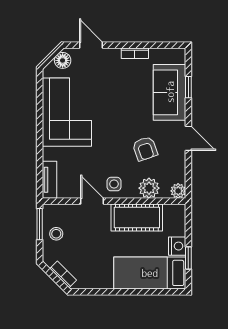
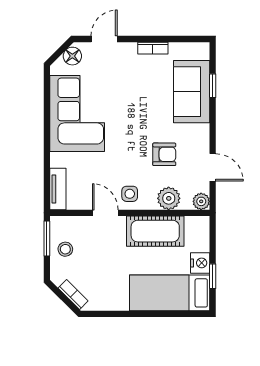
door: (91, 45) -> (104, 39), hinge flipped
door: (188, 138) -> (213, 167), moved
armchair: (145, 149) -> (164, 154), turned -71

